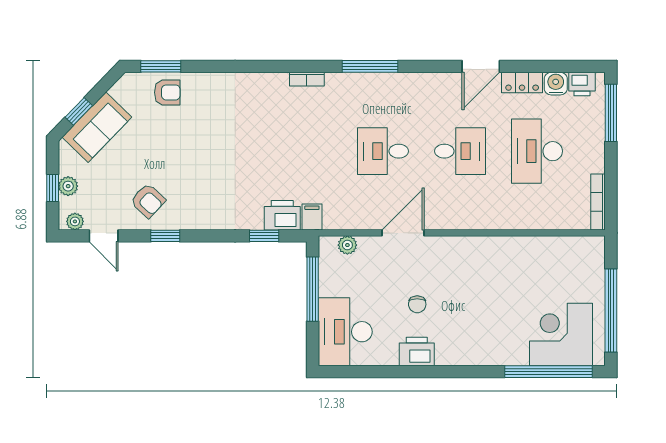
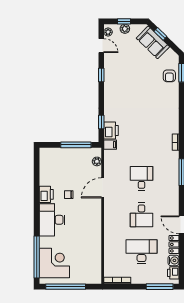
armchair: (148, 201) -> (118, 67), removed
door: (403, 233) -> (103, 188), swing flipped
door: (104, 236) -> (101, 46), swing flipped
desk: (345, 332) -> (52, 220), moved, turned -90

